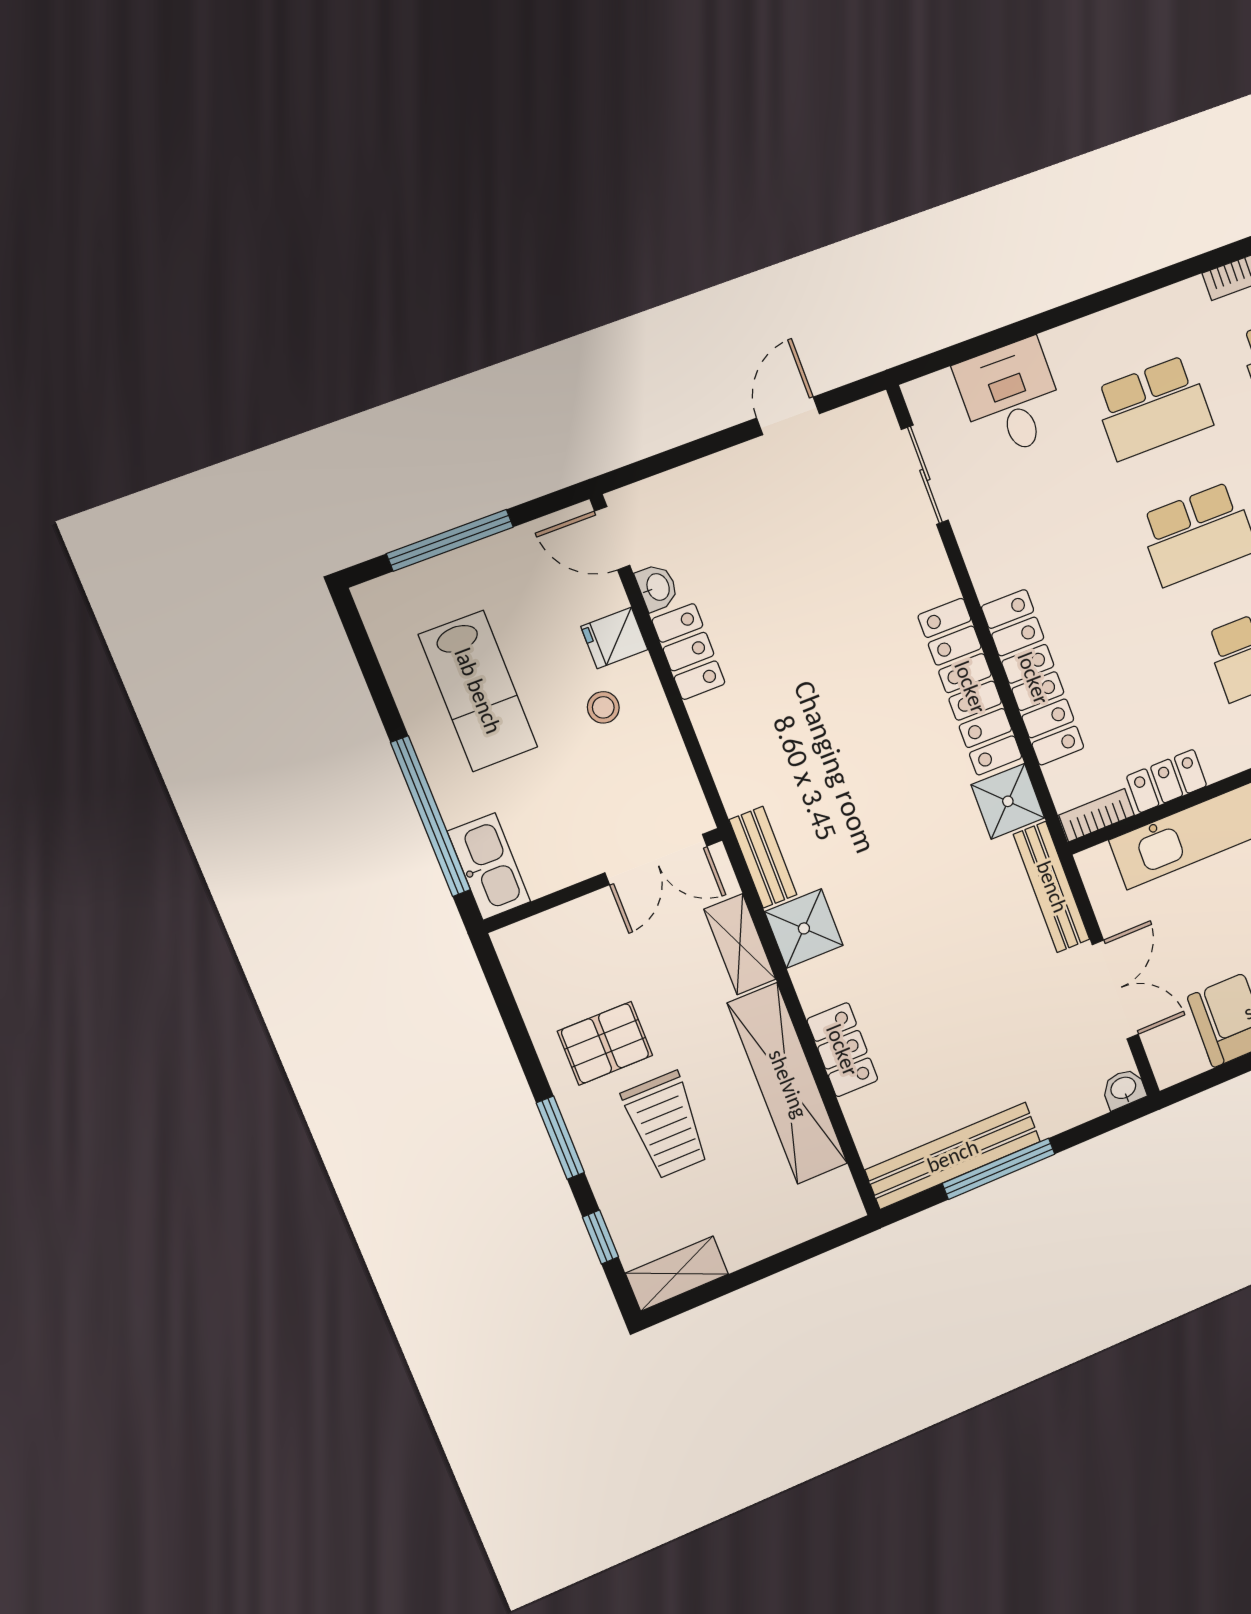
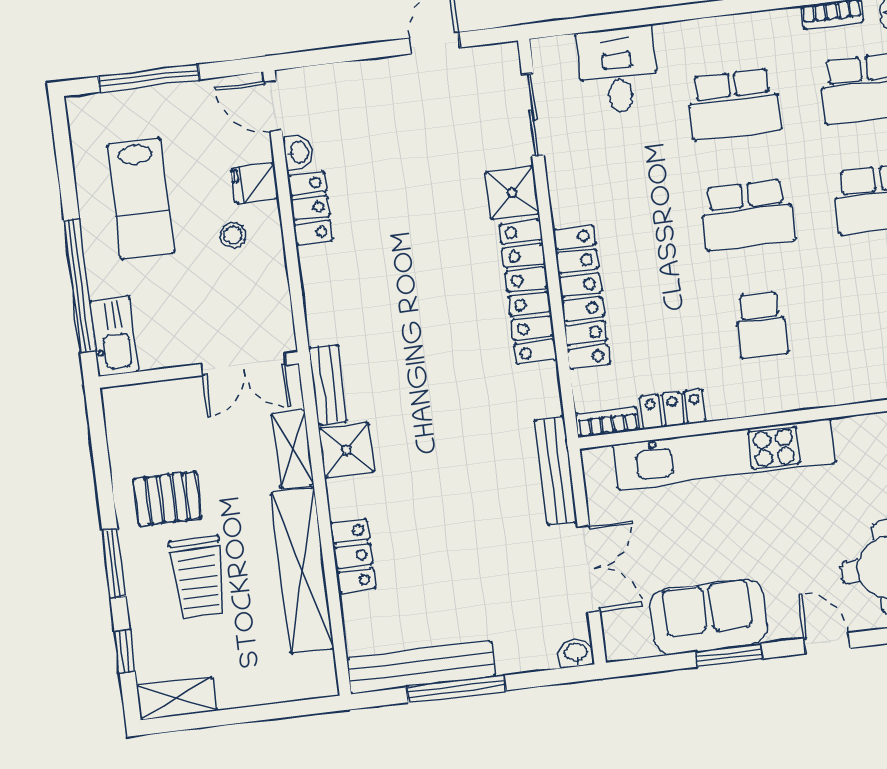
shower: (1008, 801) -> (512, 193), moved

